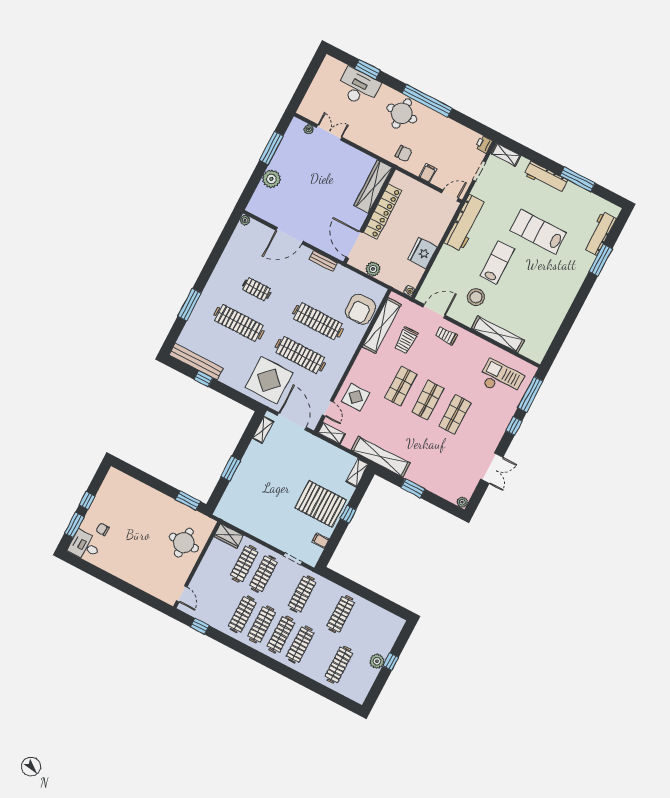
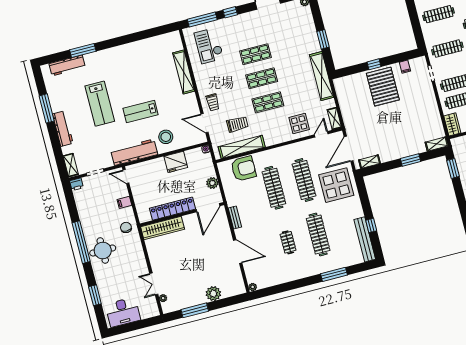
desk: (358, 87) -> (123, 312), moved, turned -90
stool: (476, 297) -> (166, 137), moved
shelving: (357, 473) -> (437, 144), moved

